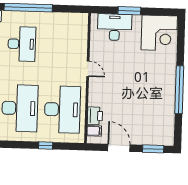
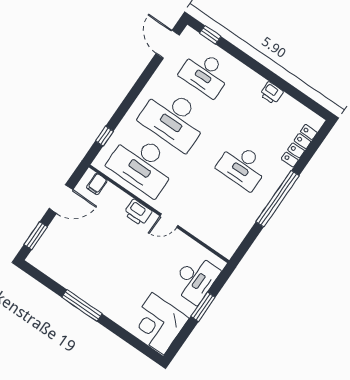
window: (179, 90) -> (82, 306), width x0.68
printer: (95, 116) -> (138, 213), moved
window: (46, 146) -> (104, 136), moved

